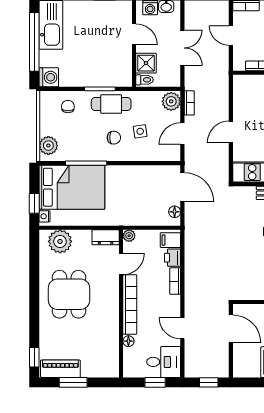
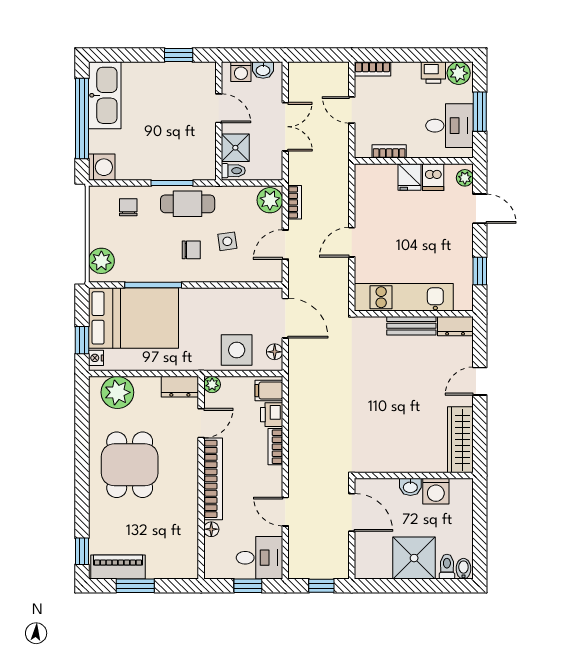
side table: (147, 211) -> (237, 350), added

